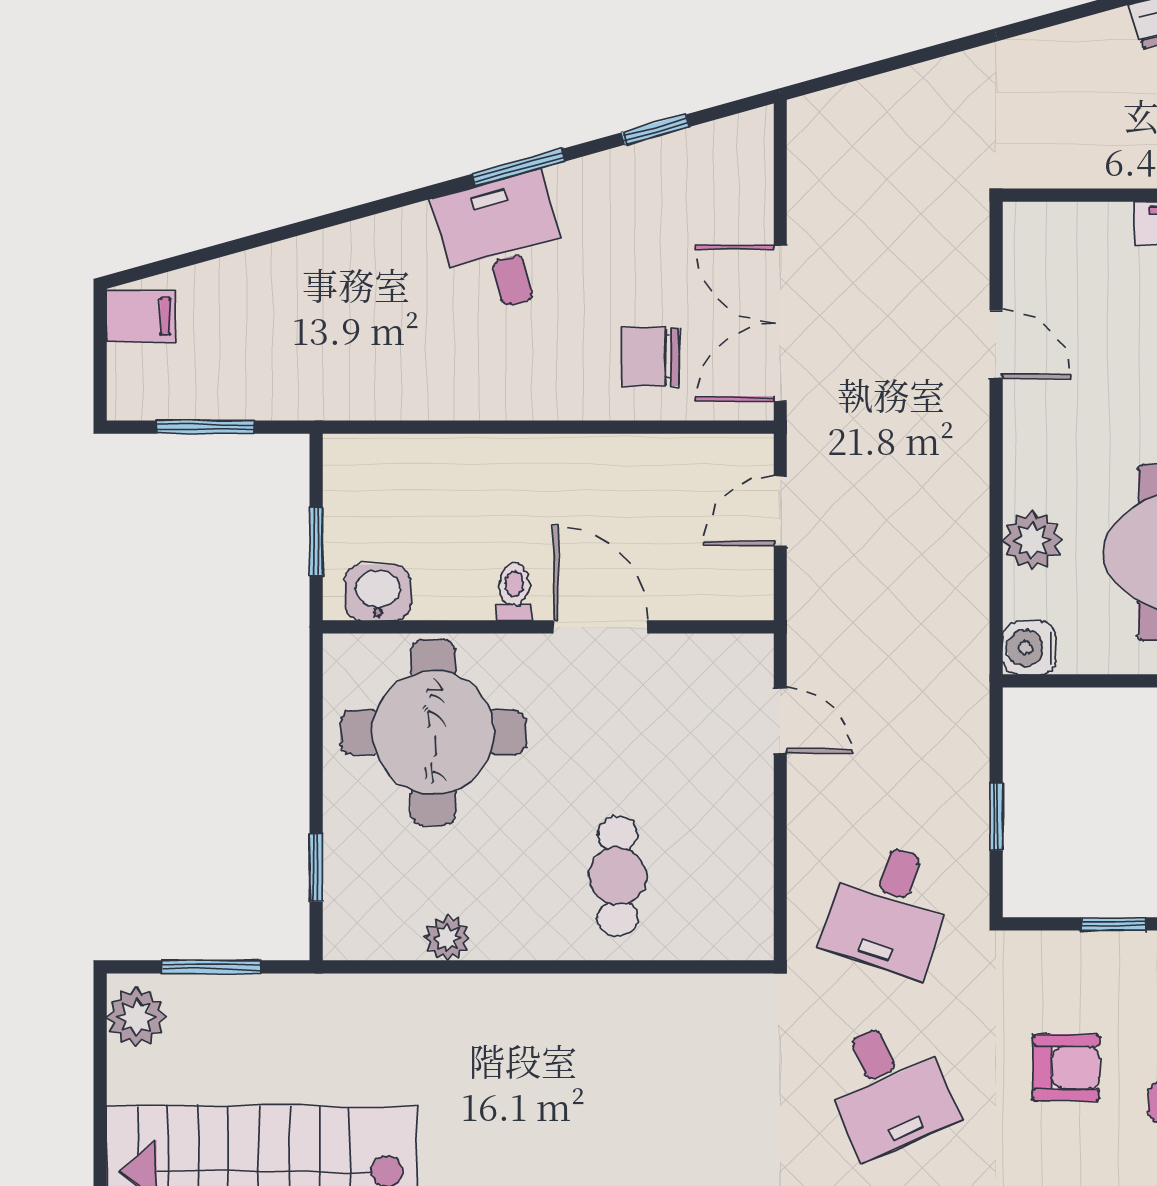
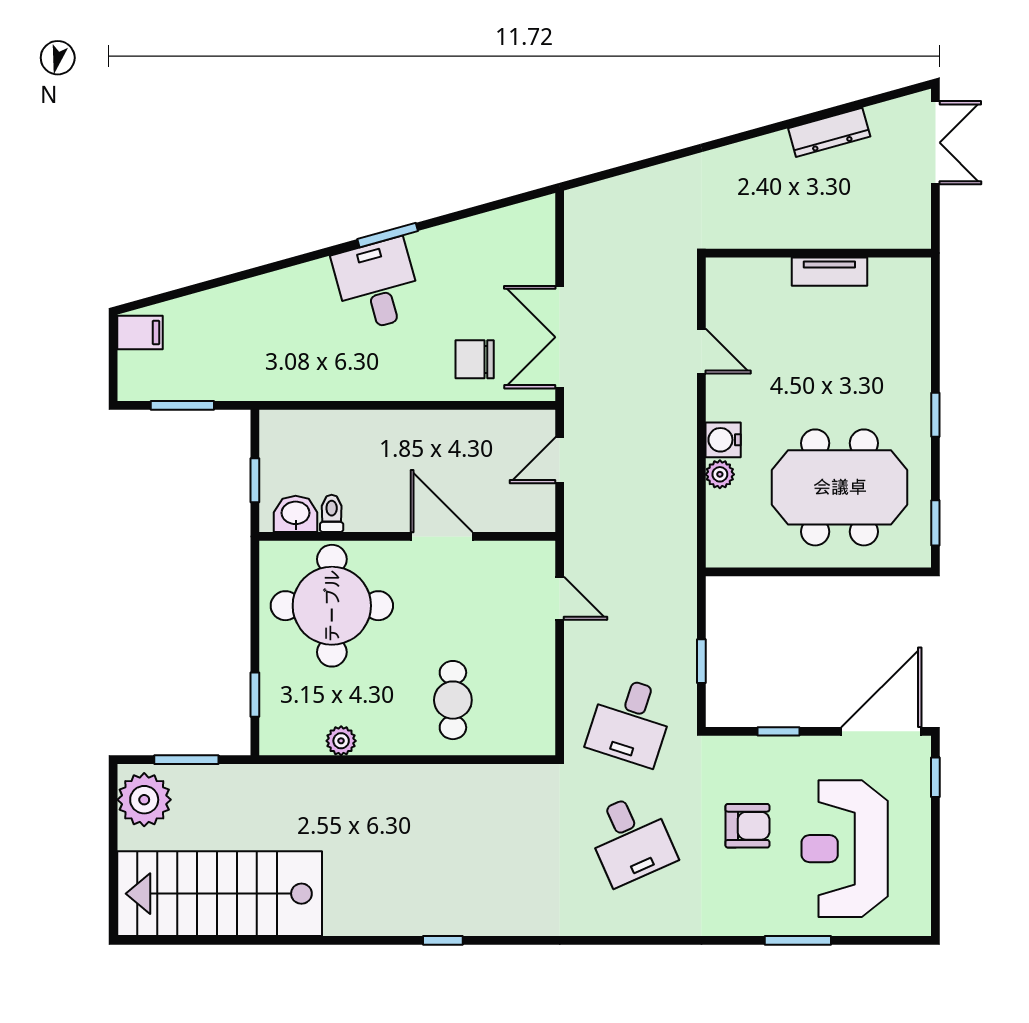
window: (656, 130) -> (478, 210), removed
plant: (1032, 540) -> (720, 474), width x0.73, depth x0.73
toilet: (514, 592) -> (332, 513), moved
water cooler: (1029, 648) -> (723, 440), moved
plant: (136, 1017) -> (144, 800), width x1.36, depth x1.36

